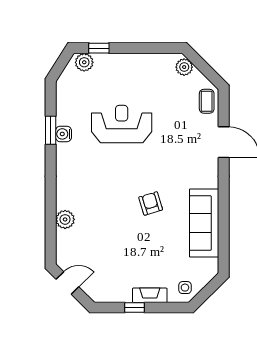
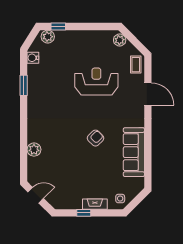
reception desk: (122, 124) -> (96, 81), moved
water cooler: (64, 134) -> (33, 58), moved
armchair: (151, 203) -> (95, 138), turned 62

